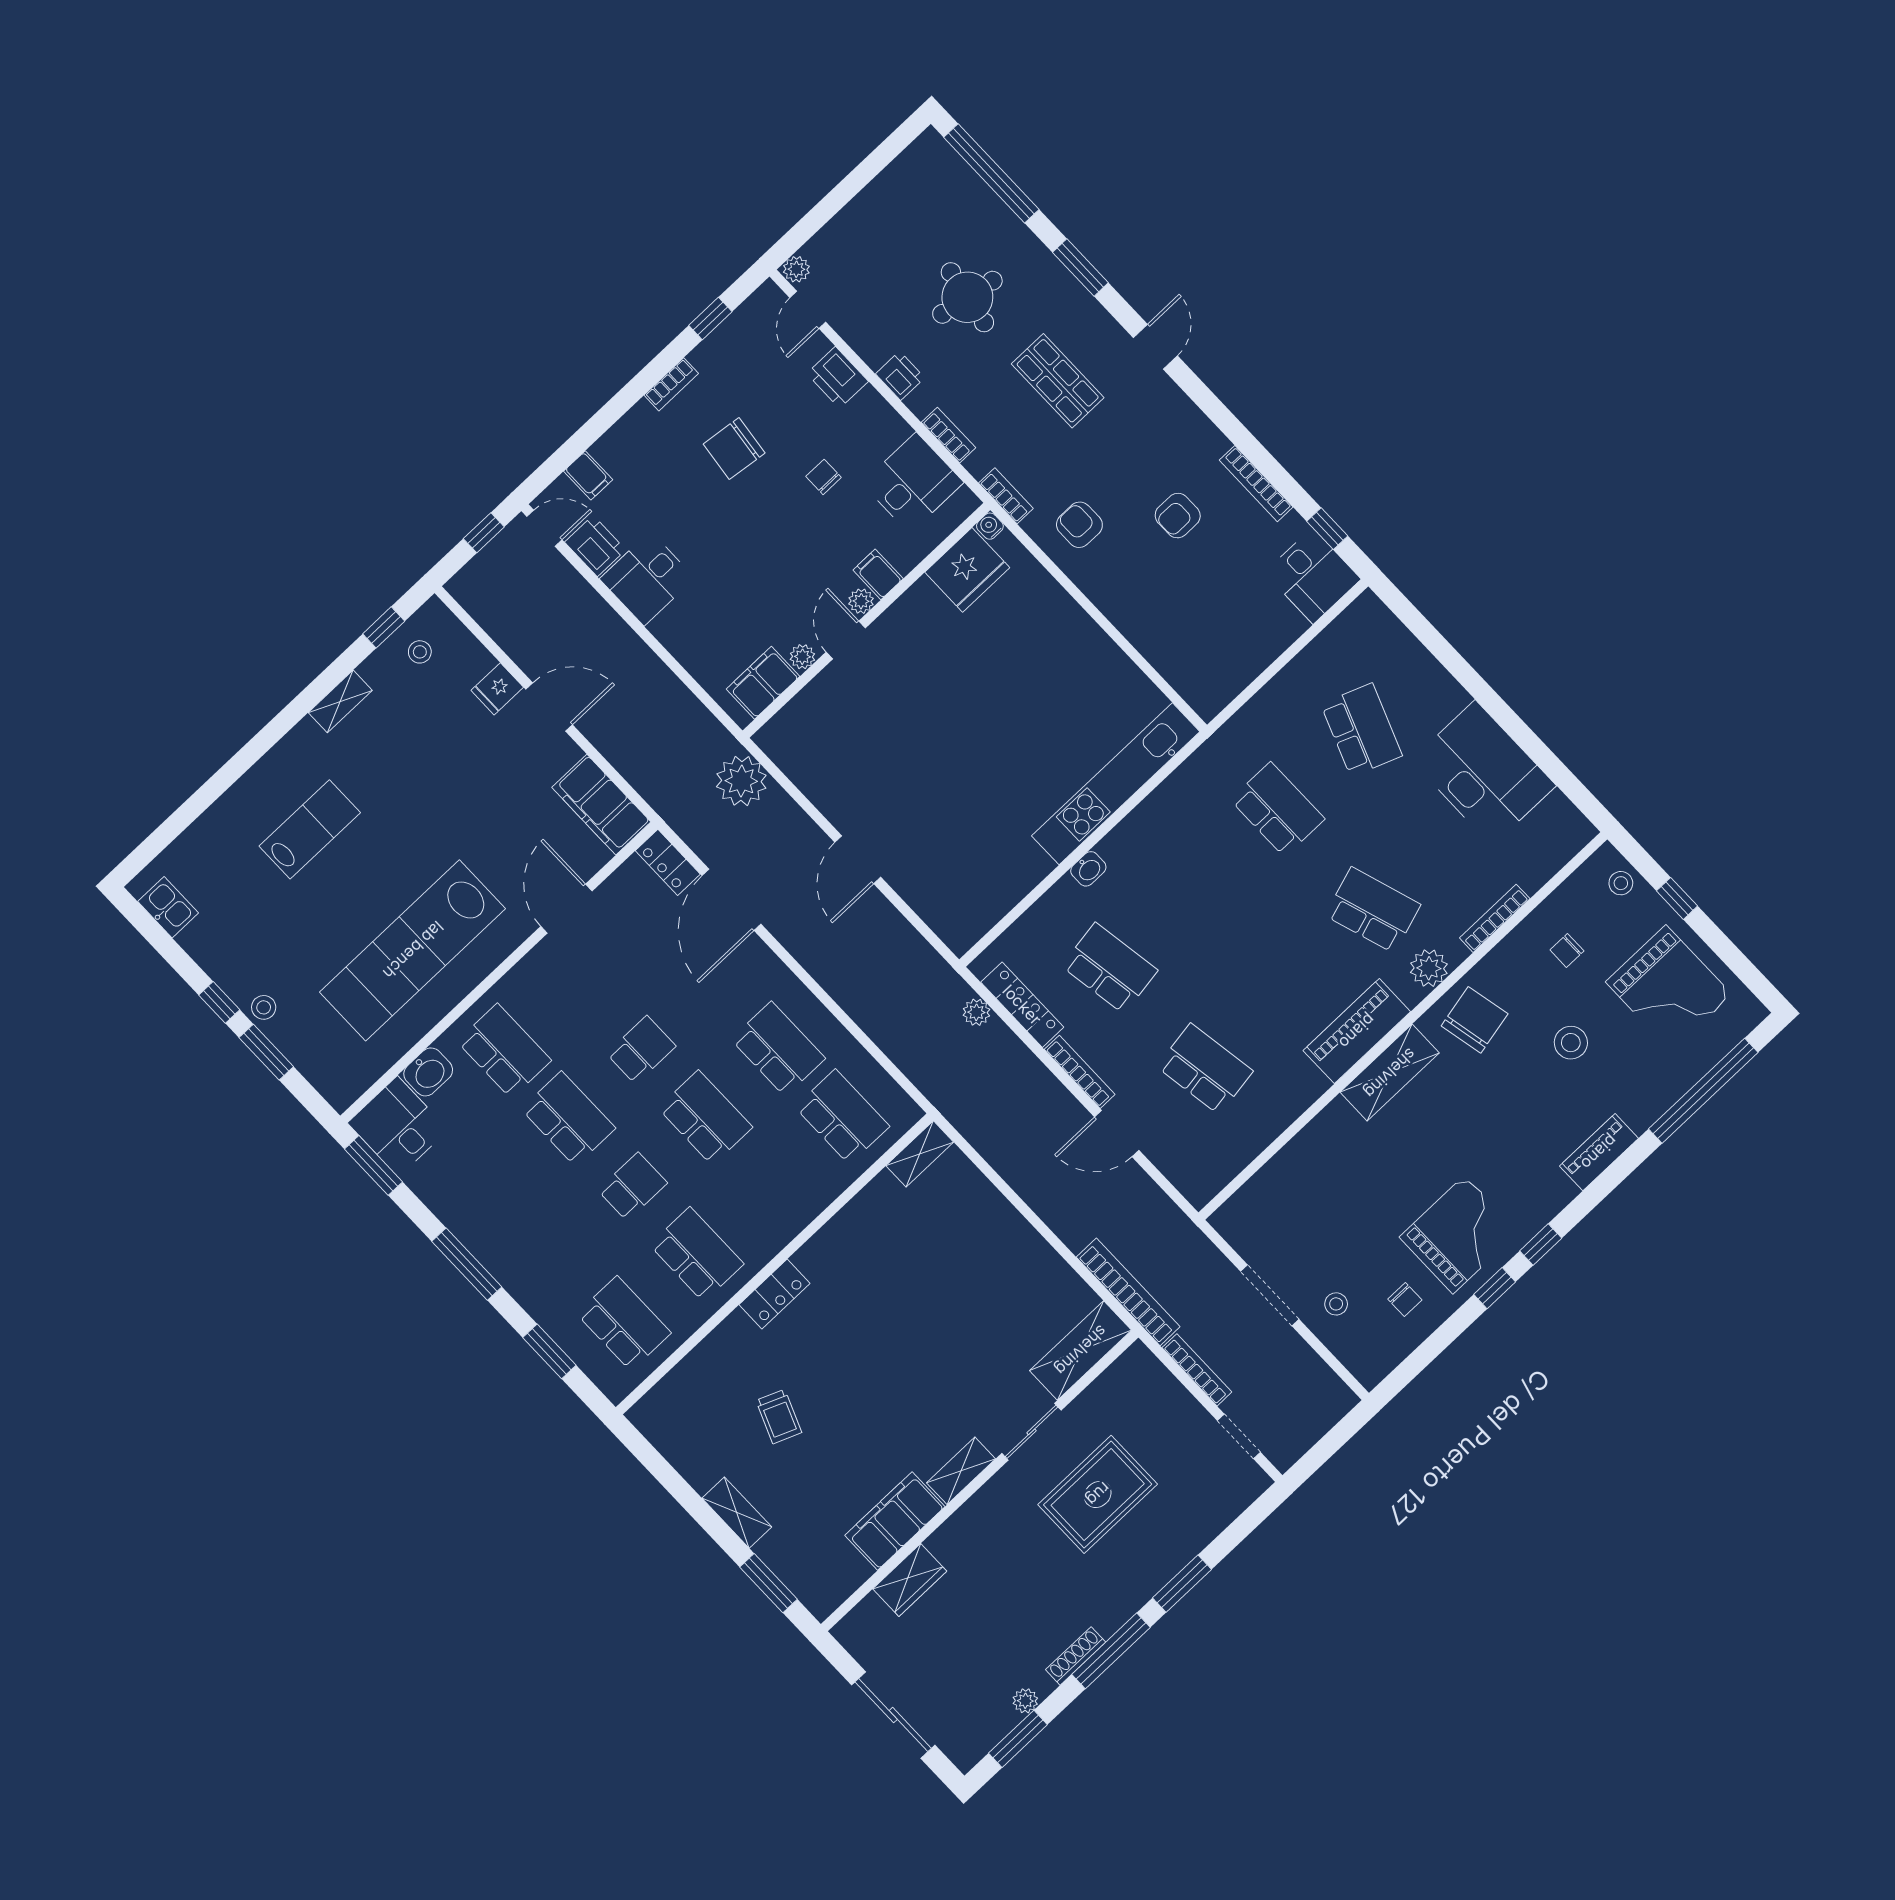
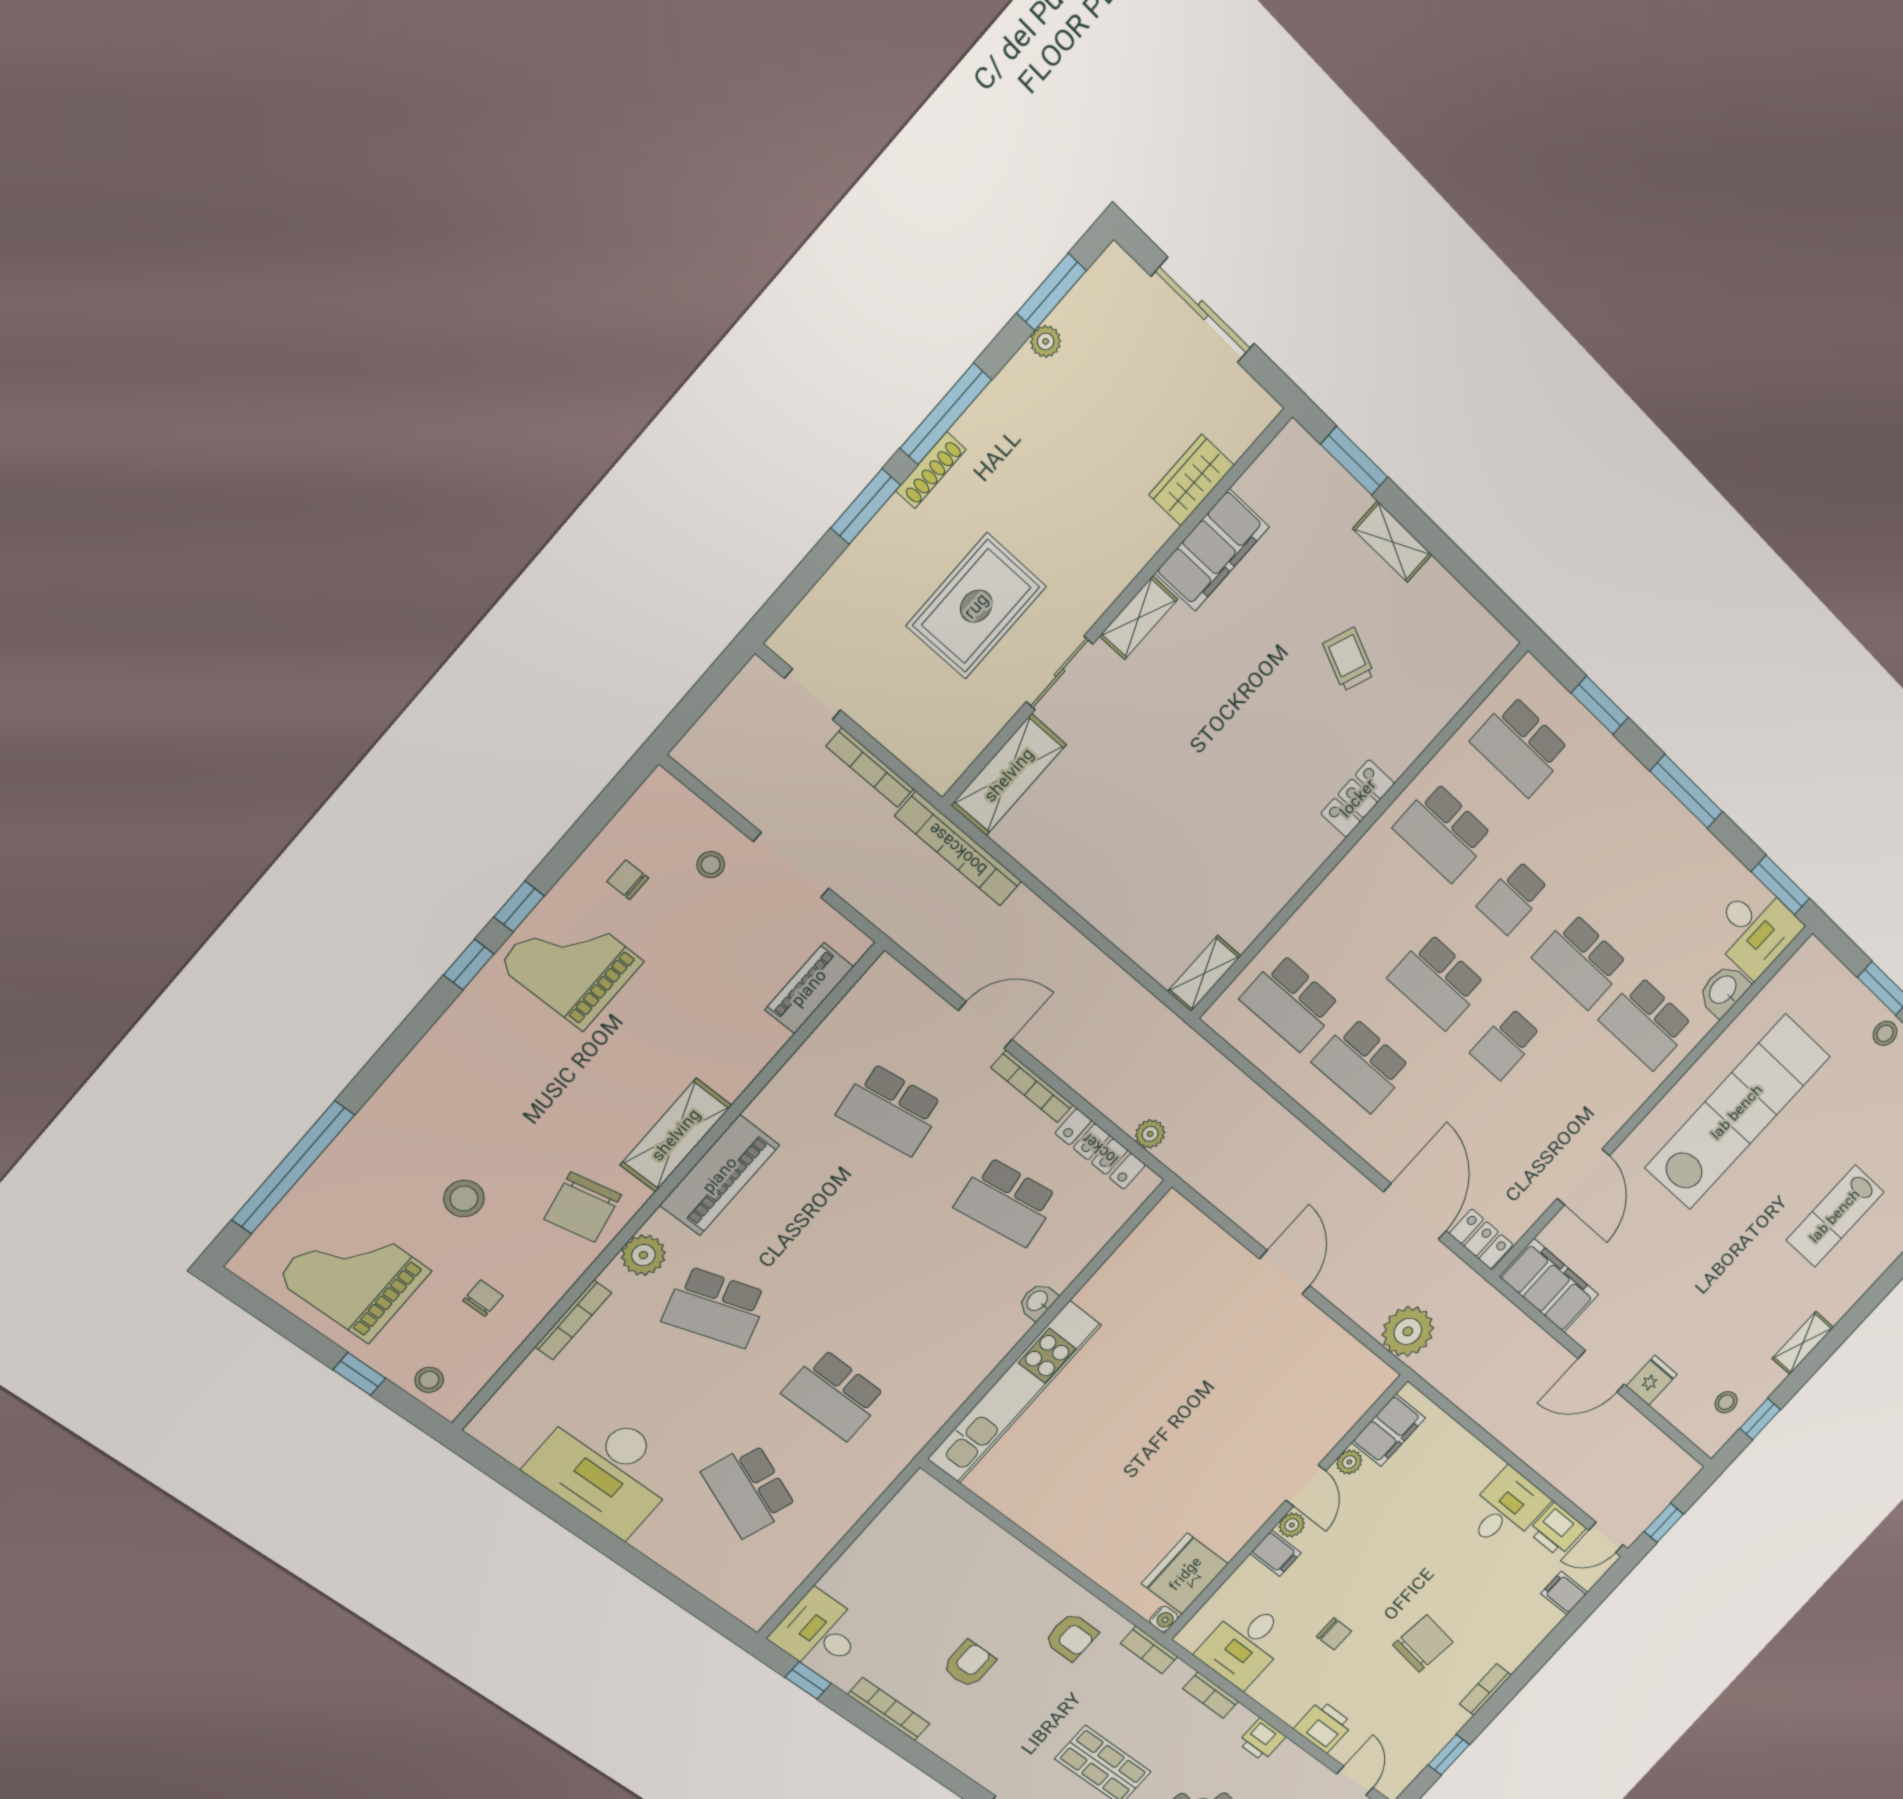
piano: (1599, 1152) -> (809, 988), moved, turned 180
grand piano: (1459, 1235) -> (571, 964), turned 90
shoe rack: (1076, 1656) -> (931, 470), moved

